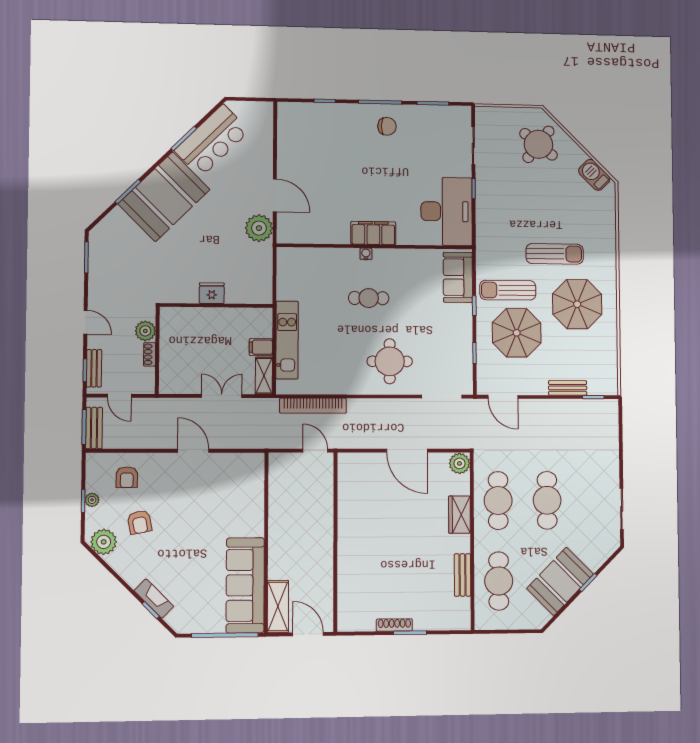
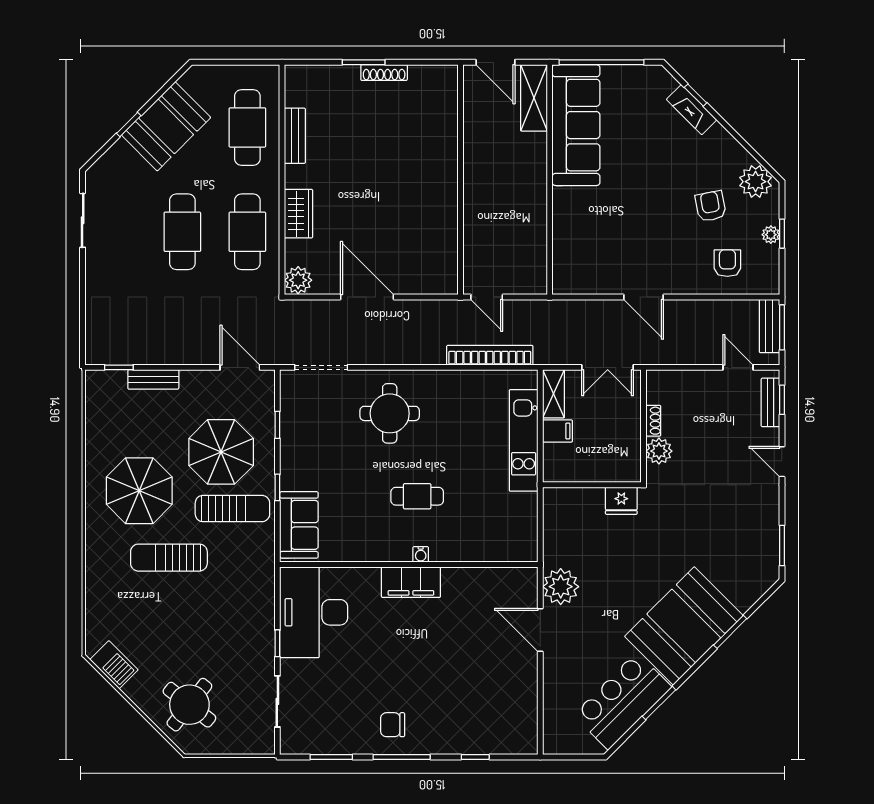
plant: (145, 331) -> (659, 451), moved
wall: (157, 350) -> (644, 426), moved
shoe rack: (150, 354) -> (653, 421), moved

